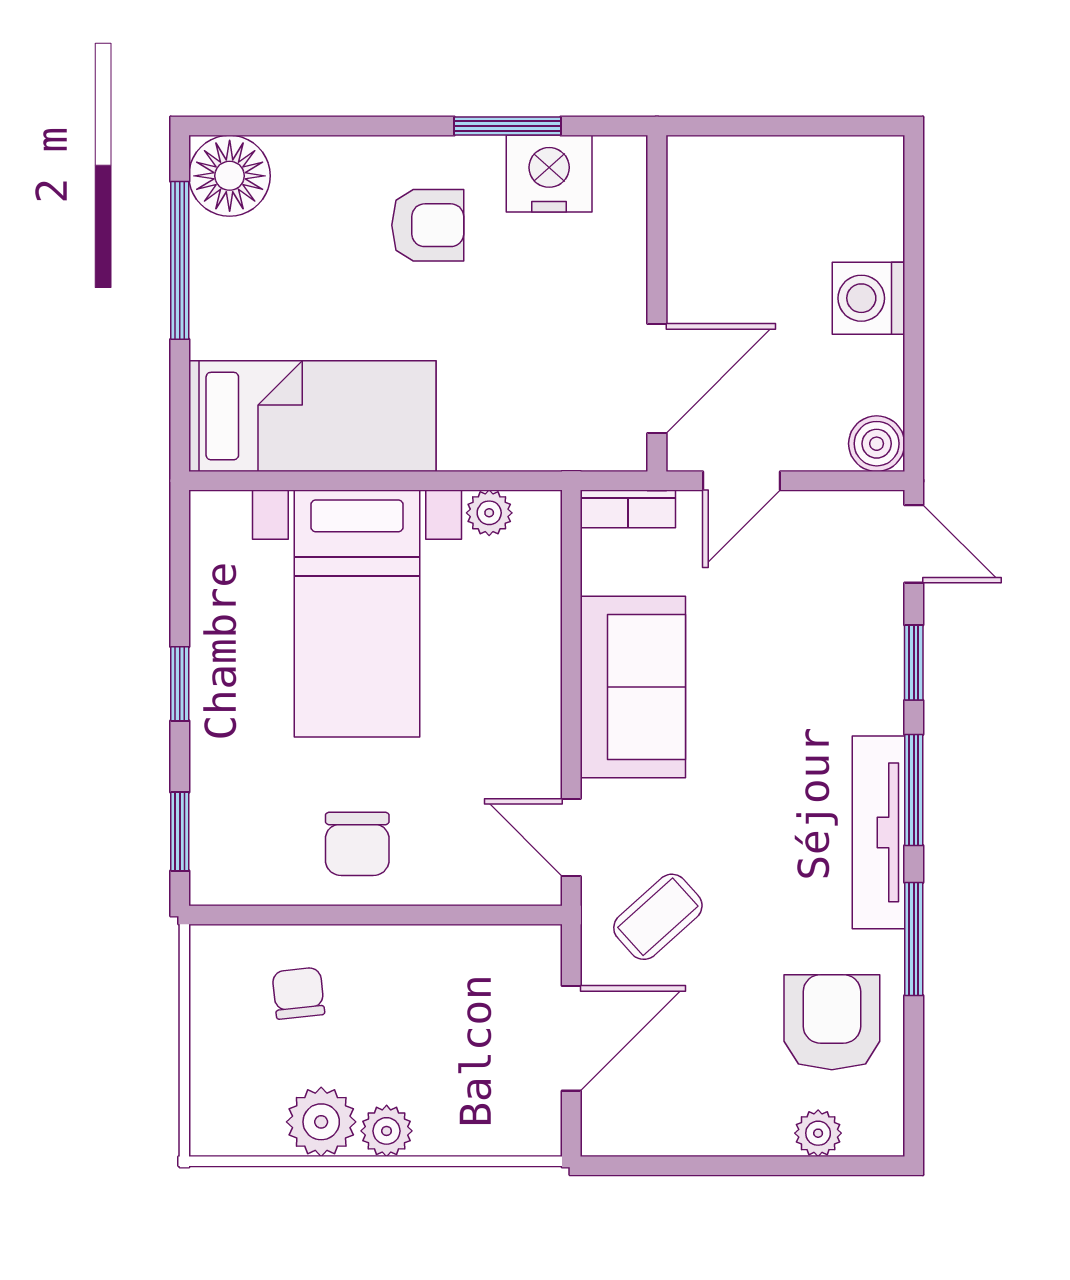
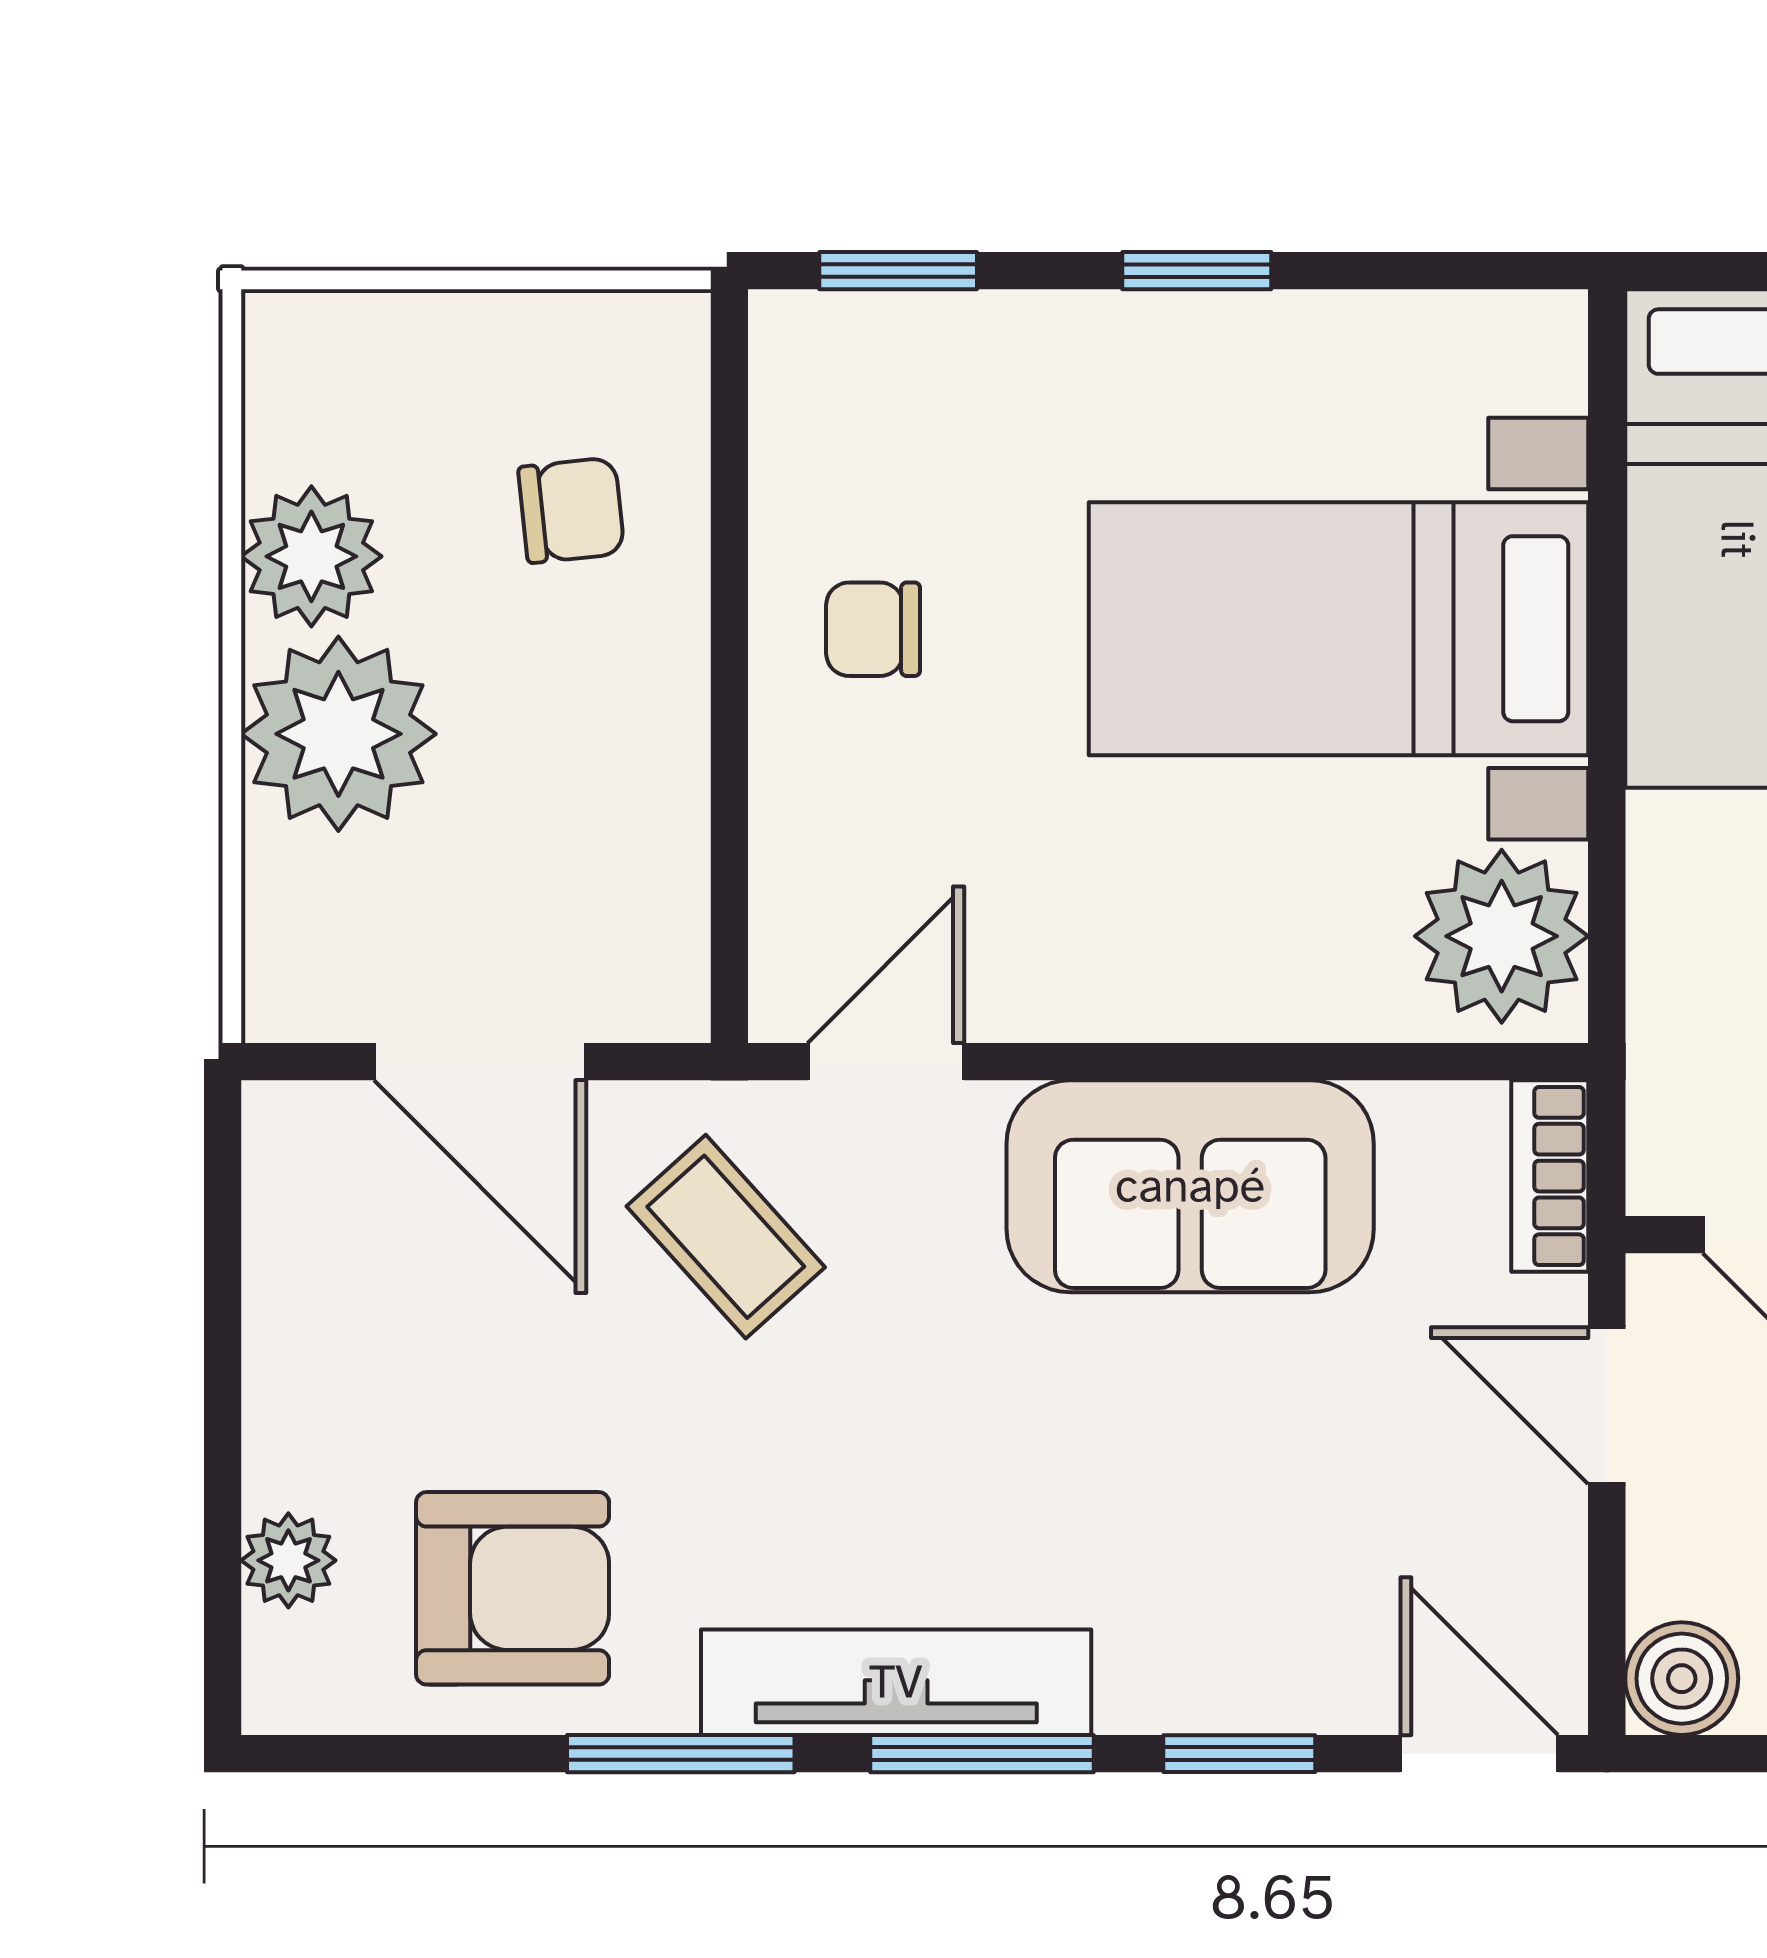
plant: (489, 513) -> (1502, 936), width x1.88, depth x1.88
door: (914, 544) -> (1479, 1754), swing flipped
chair: (357, 844) -> (873, 629), width x0.73, depth x0.73
plant: (387, 1131) -> (338, 734), width x1.88, depth x1.88

